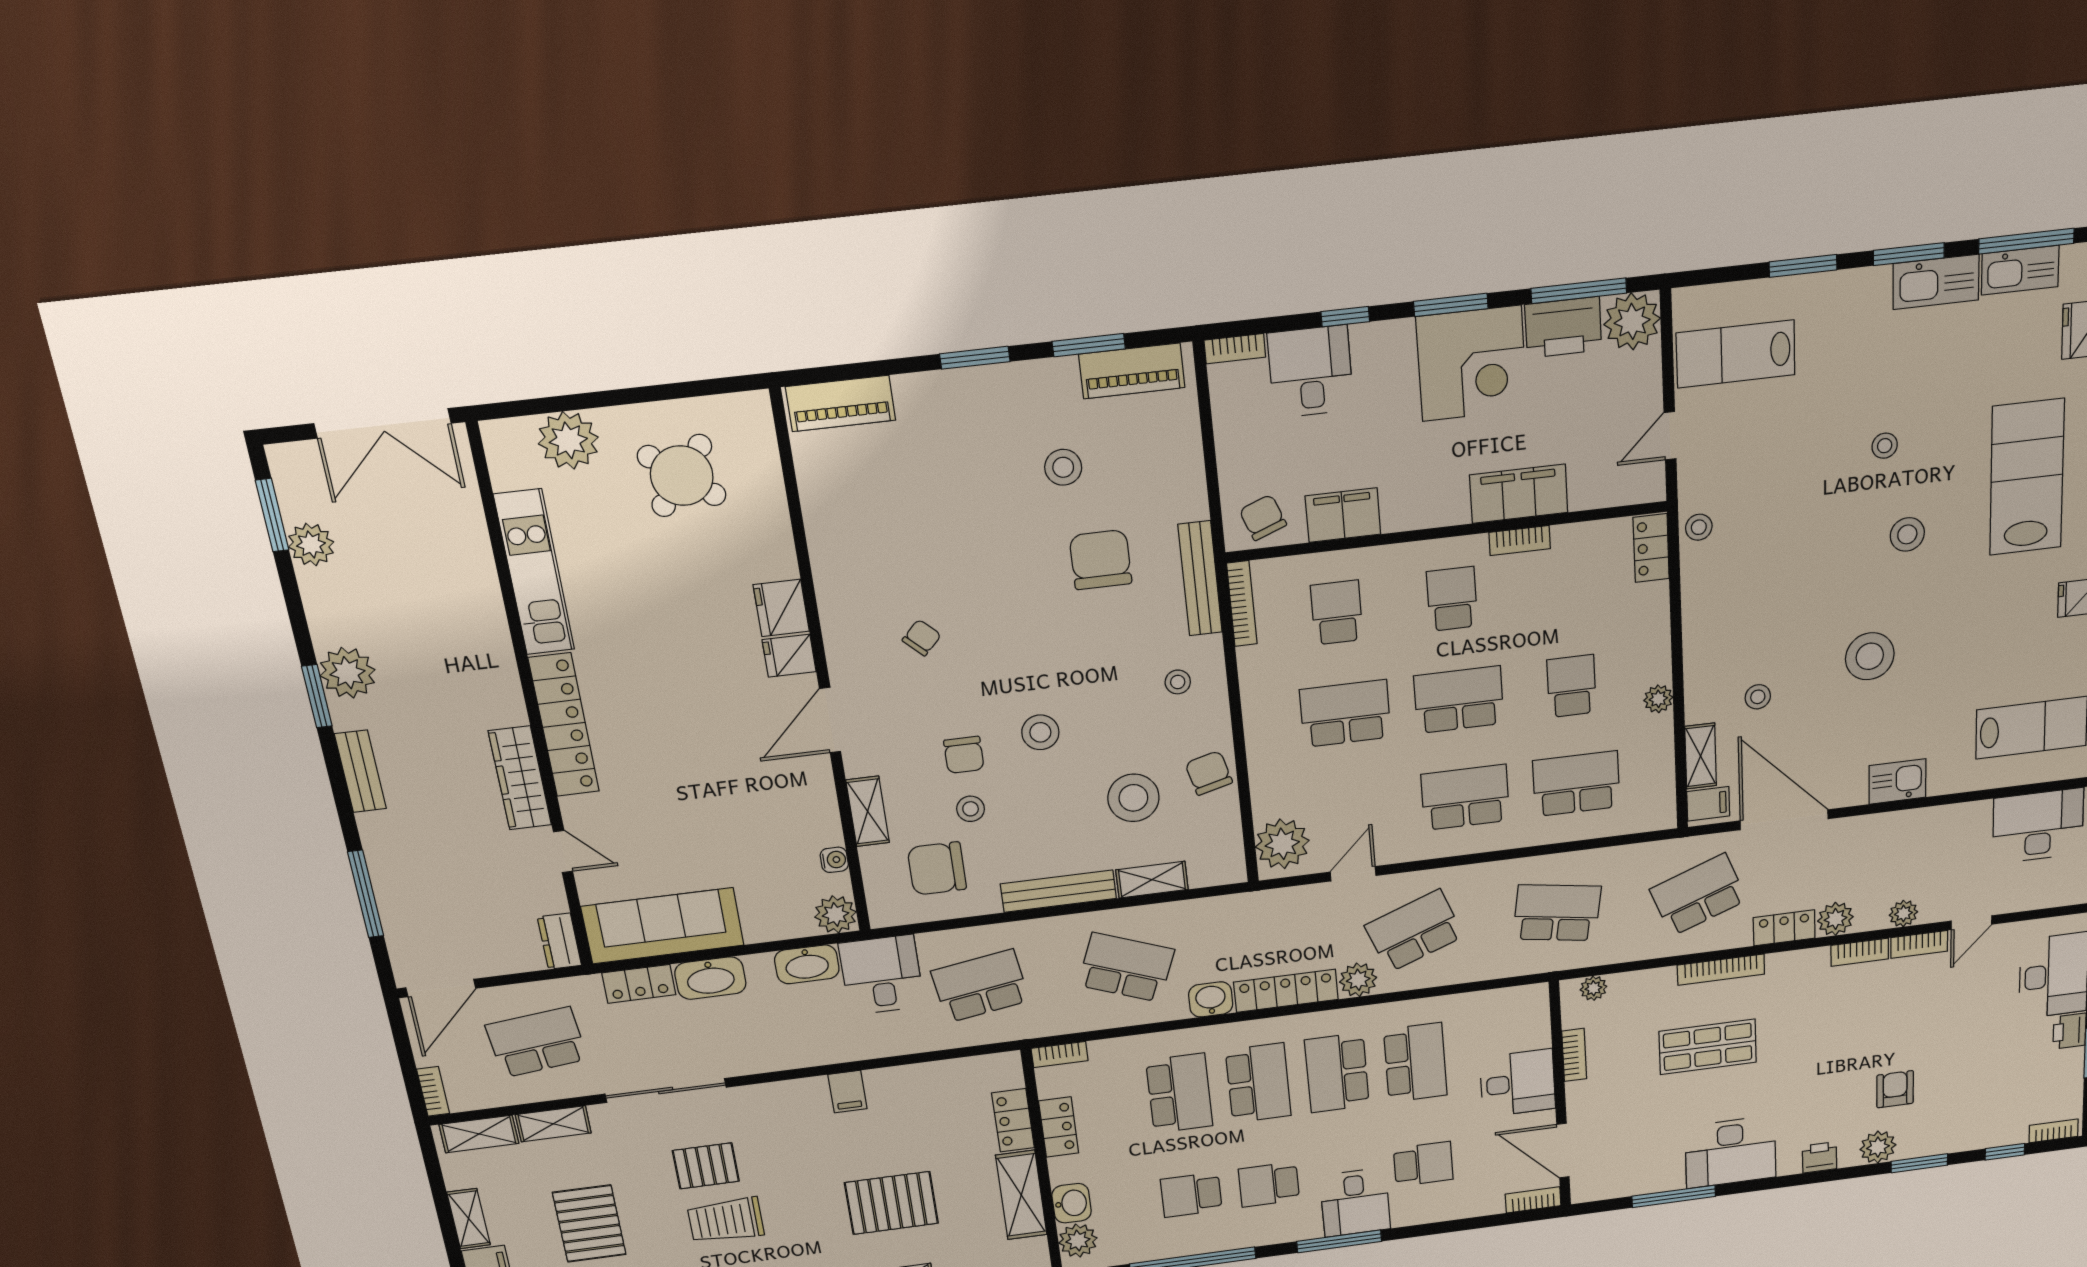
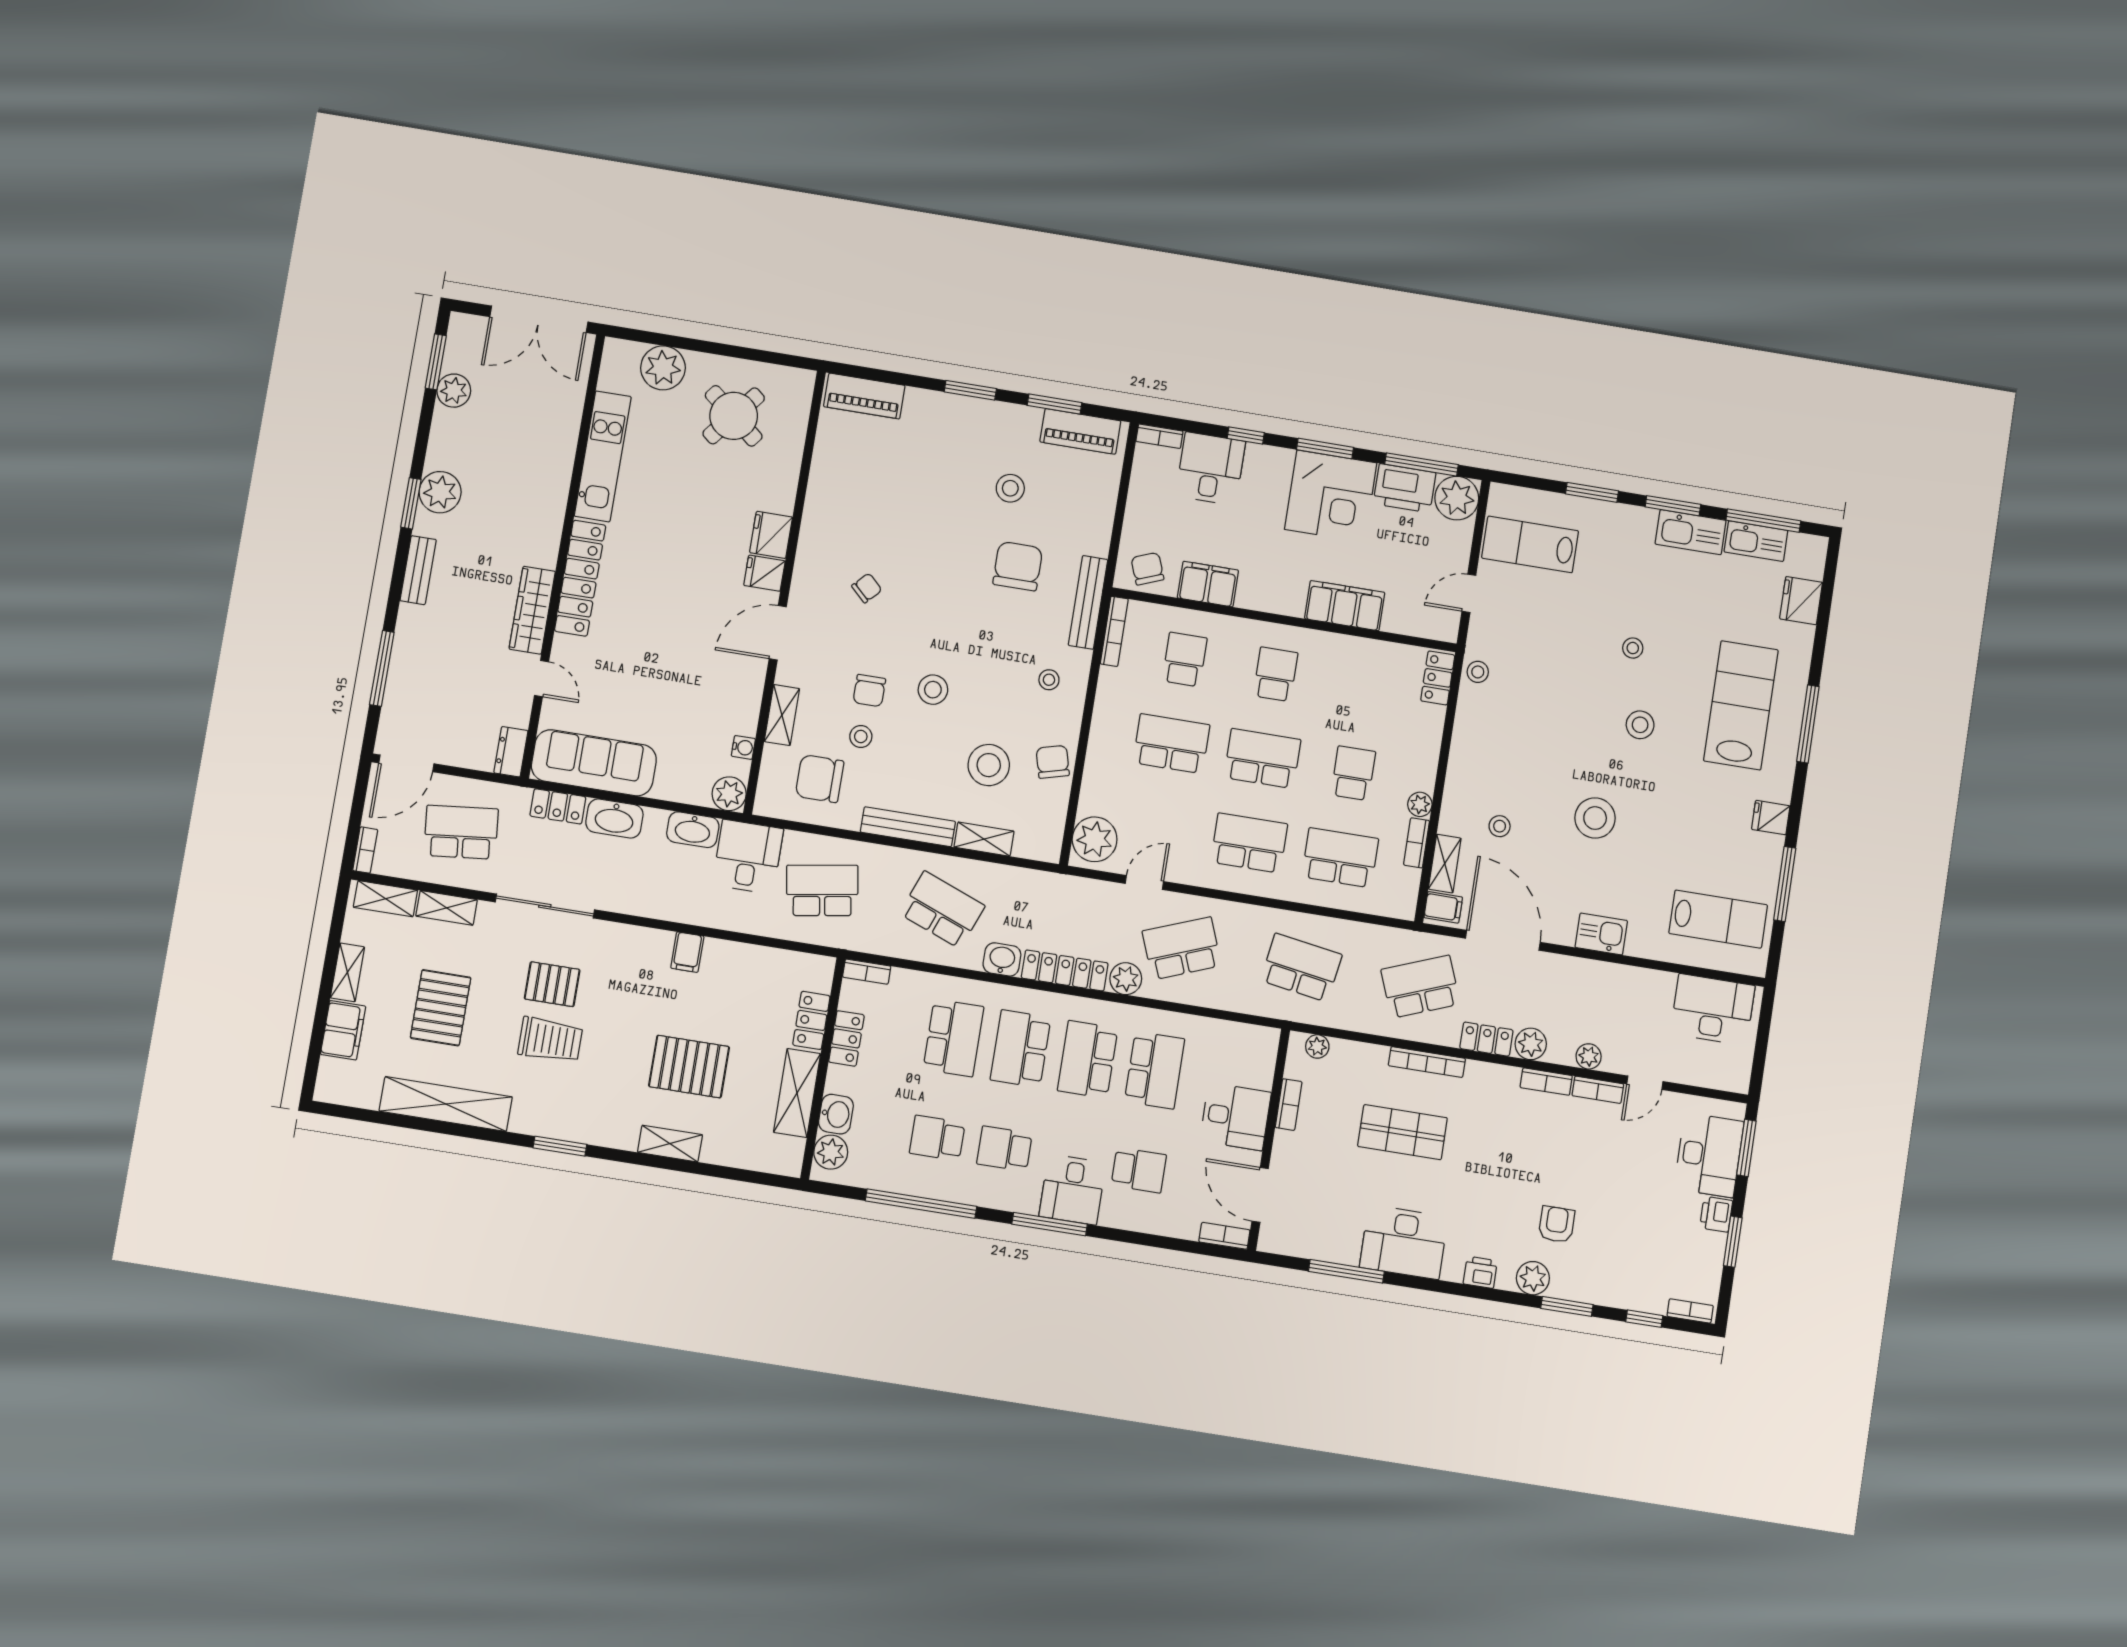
bookcase: (1520, 541) -> (1417, 843), moved, turned 90
school desk: (1258, 1083) -> (1021, 1049), turned 180
trolley: (726, 1220) -> (550, 1040), turned 180

